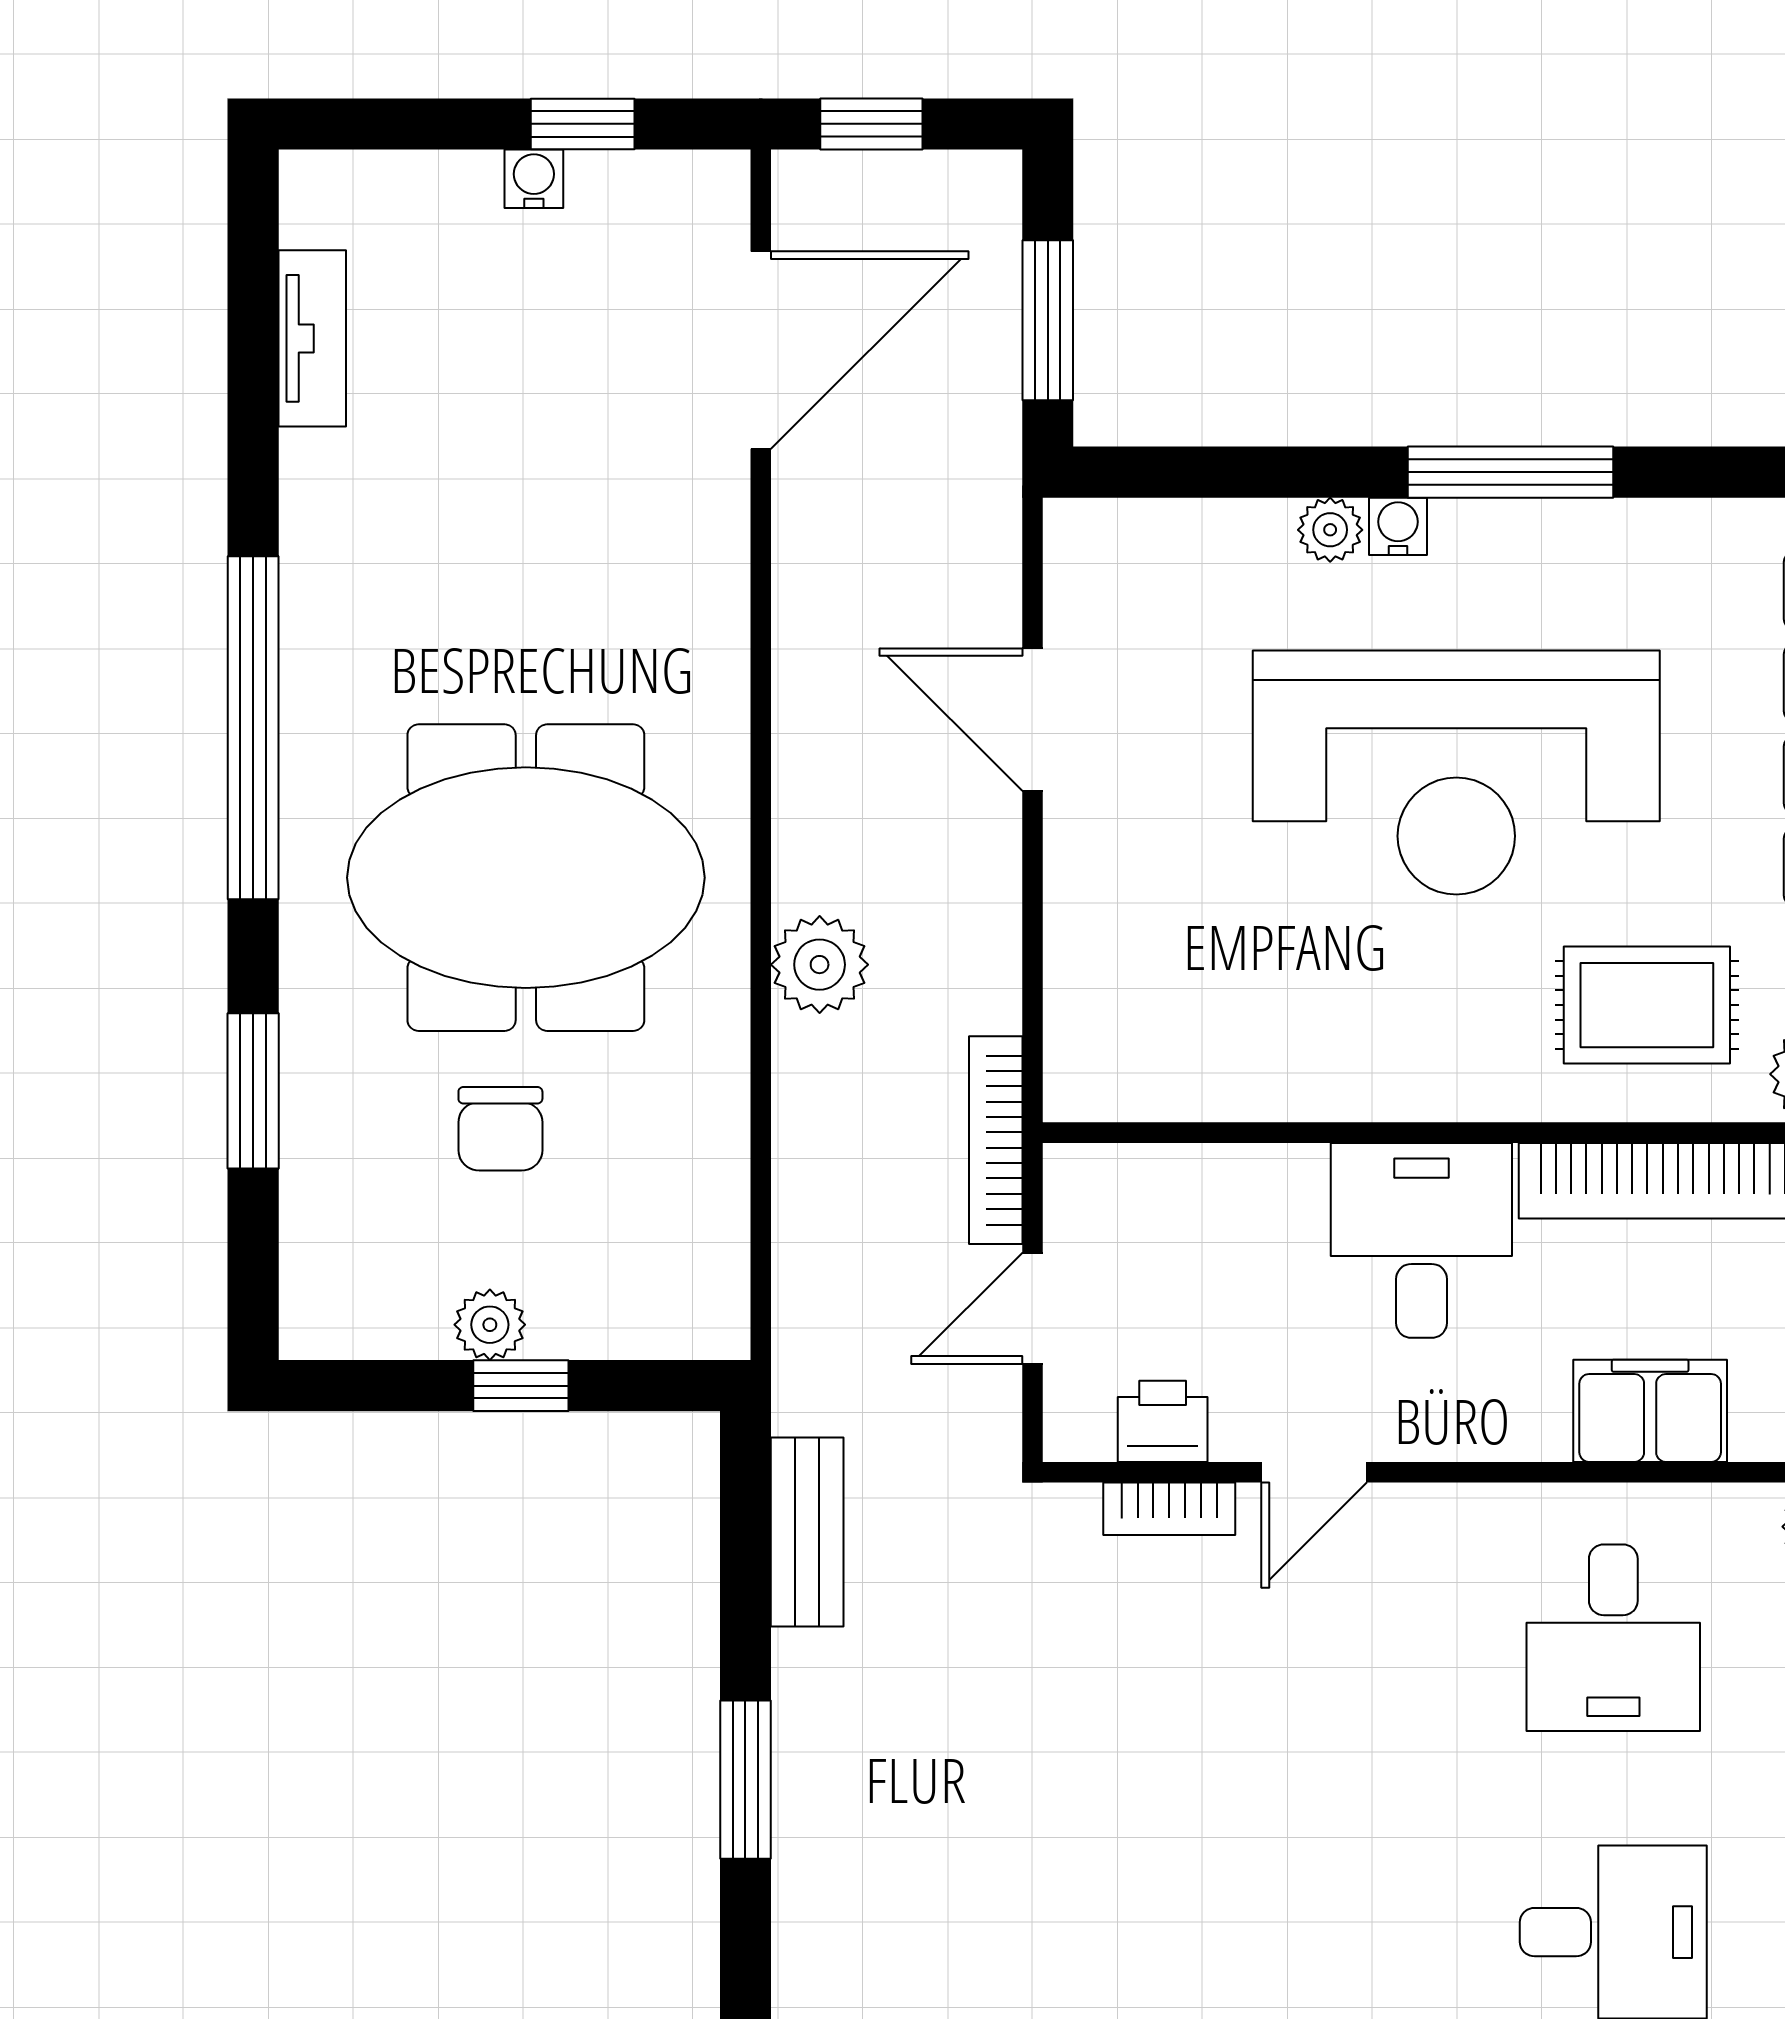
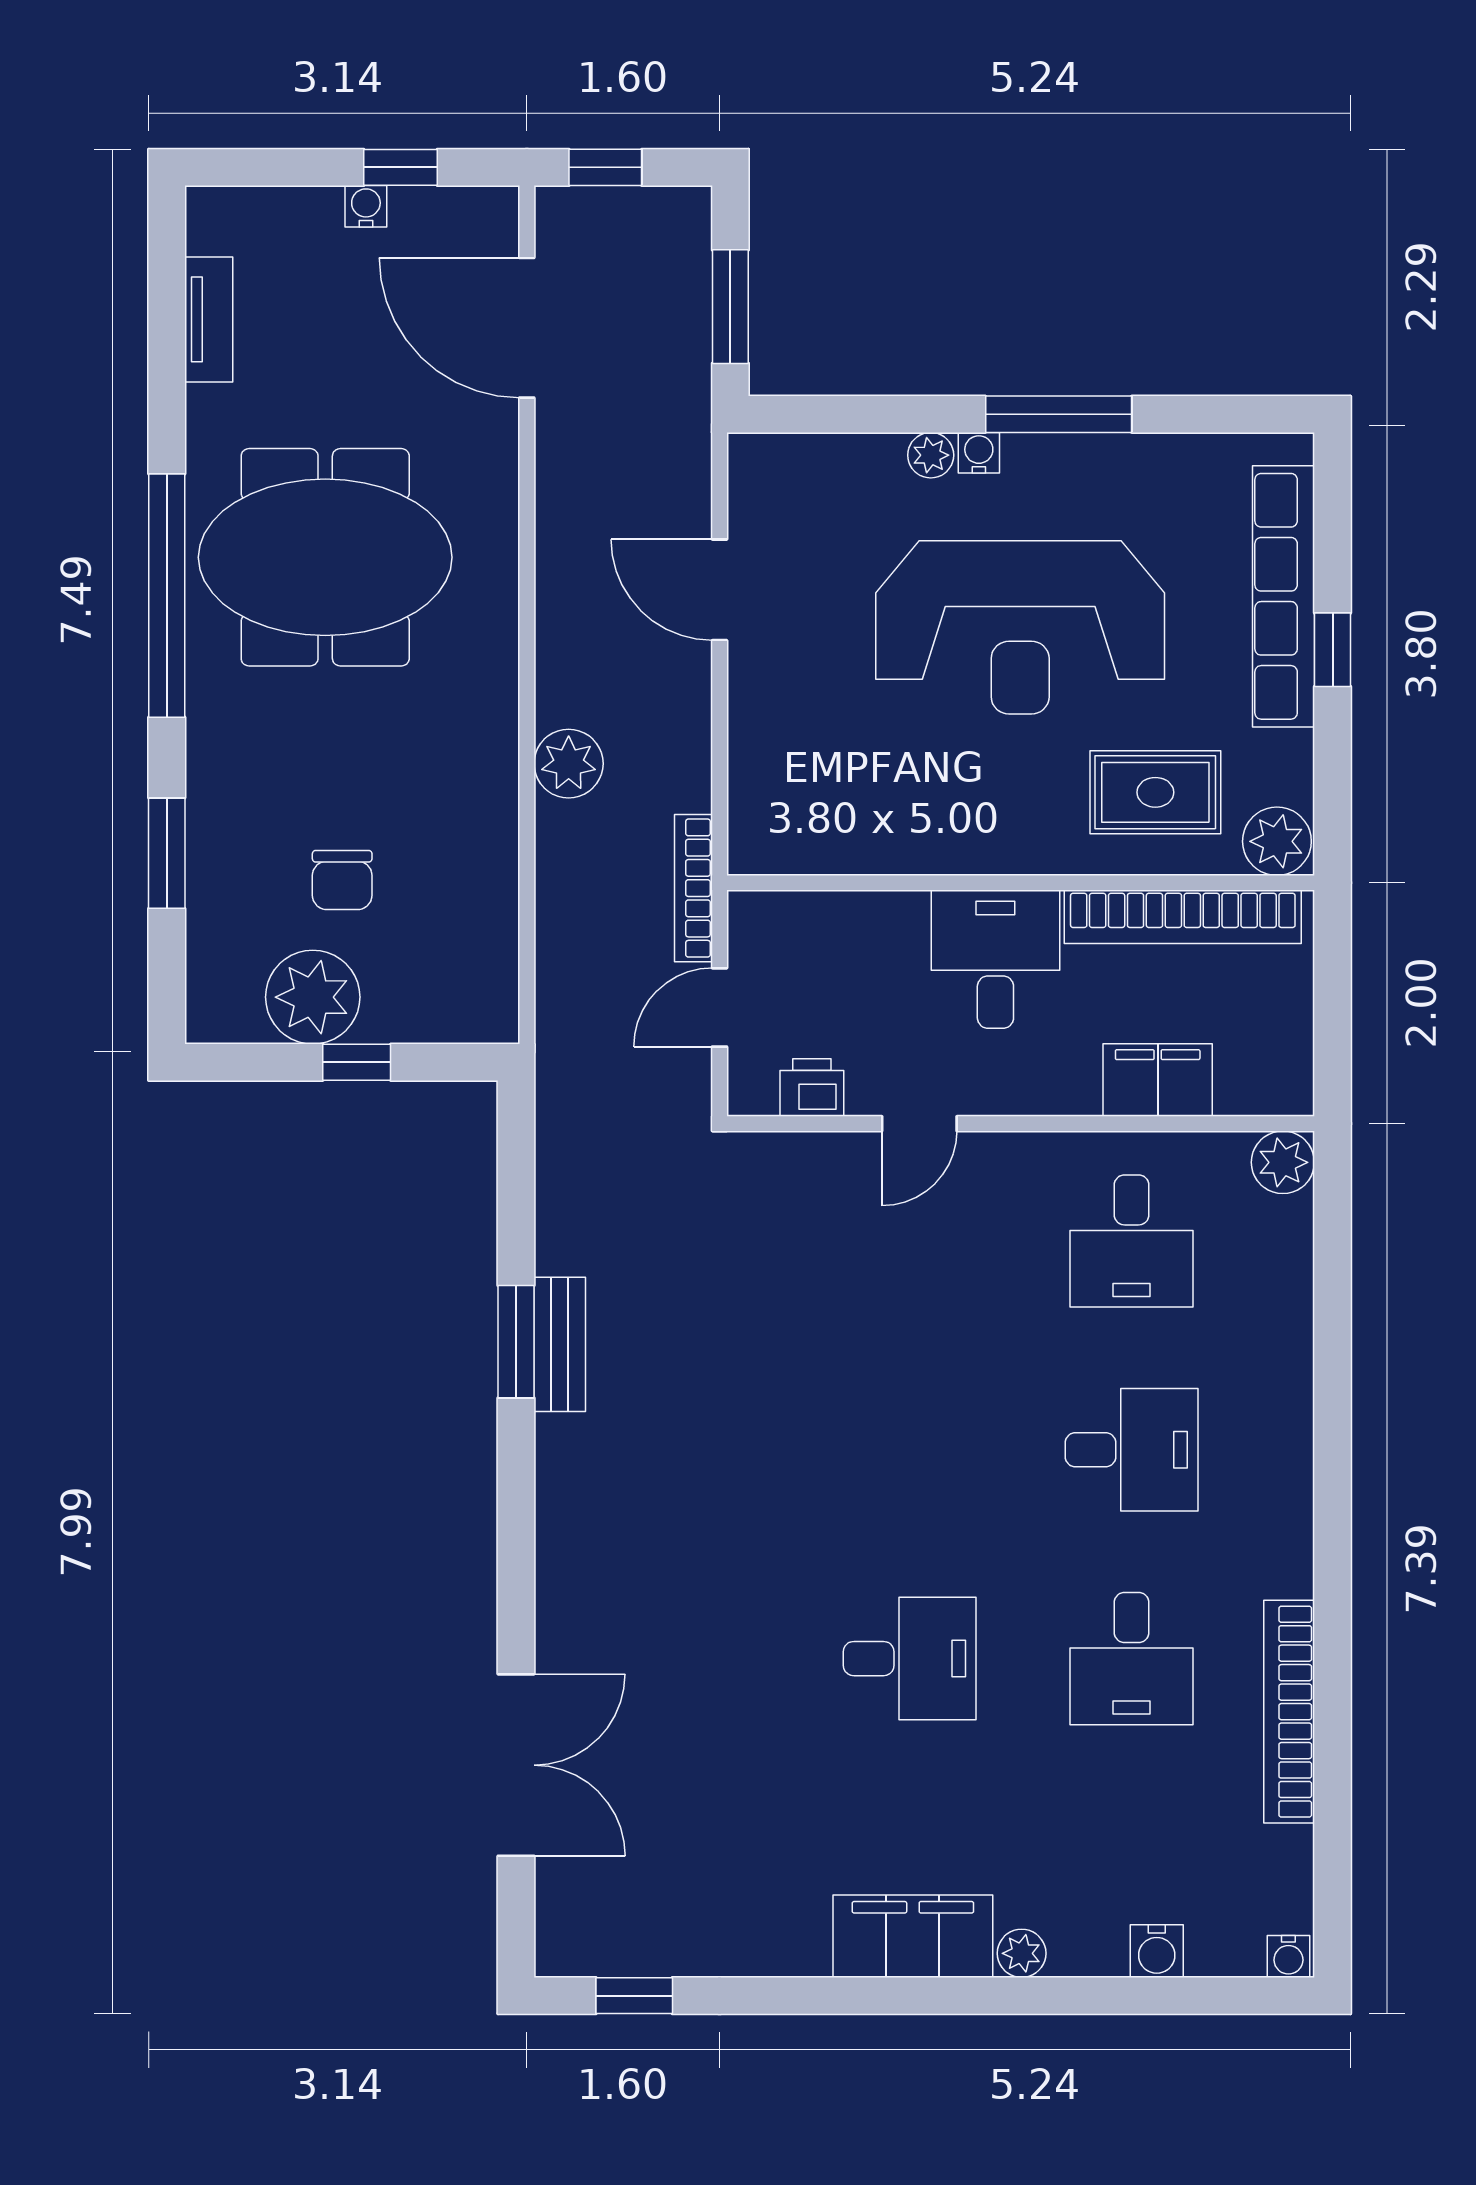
door: (761, 350) -> (527, 328), swing flipped
meeting table: (526, 878) -> (325, 557), moved
plant: (490, 1325) -> (313, 997), width x1.87, depth x1.87
bookcase: (1169, 1509) -> (817, 1150), removed
bench: (807, 1532) -> (560, 1344), moved

